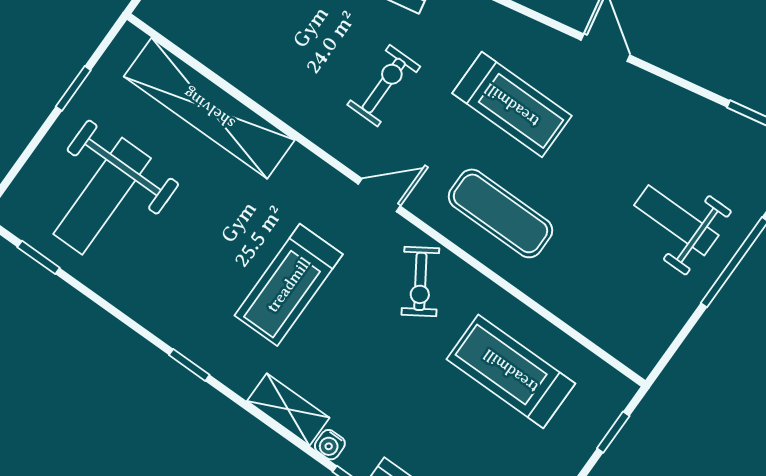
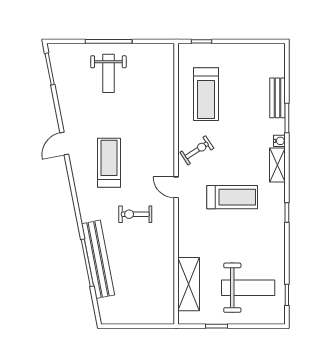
shelving: (209, 108) -> (189, 284), width x0.68
exercise mat: (500, 213) -> (151, 139), removed

